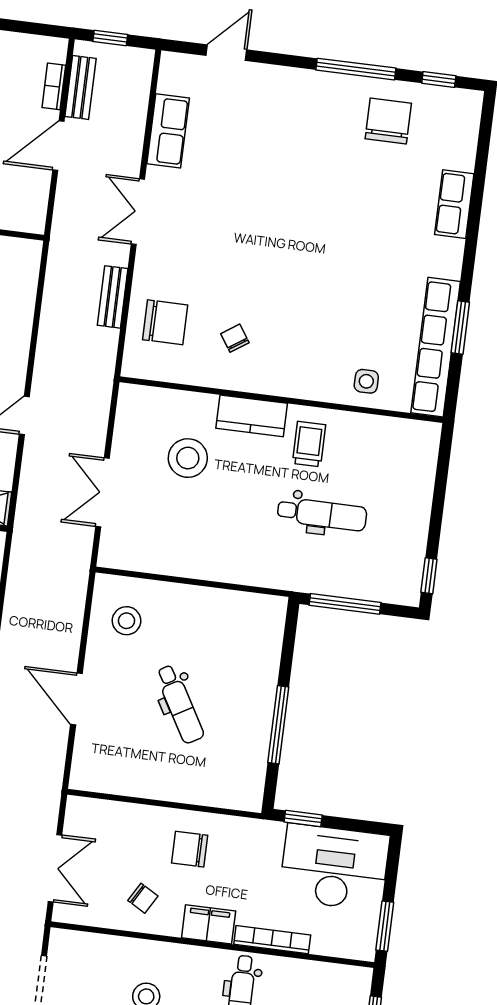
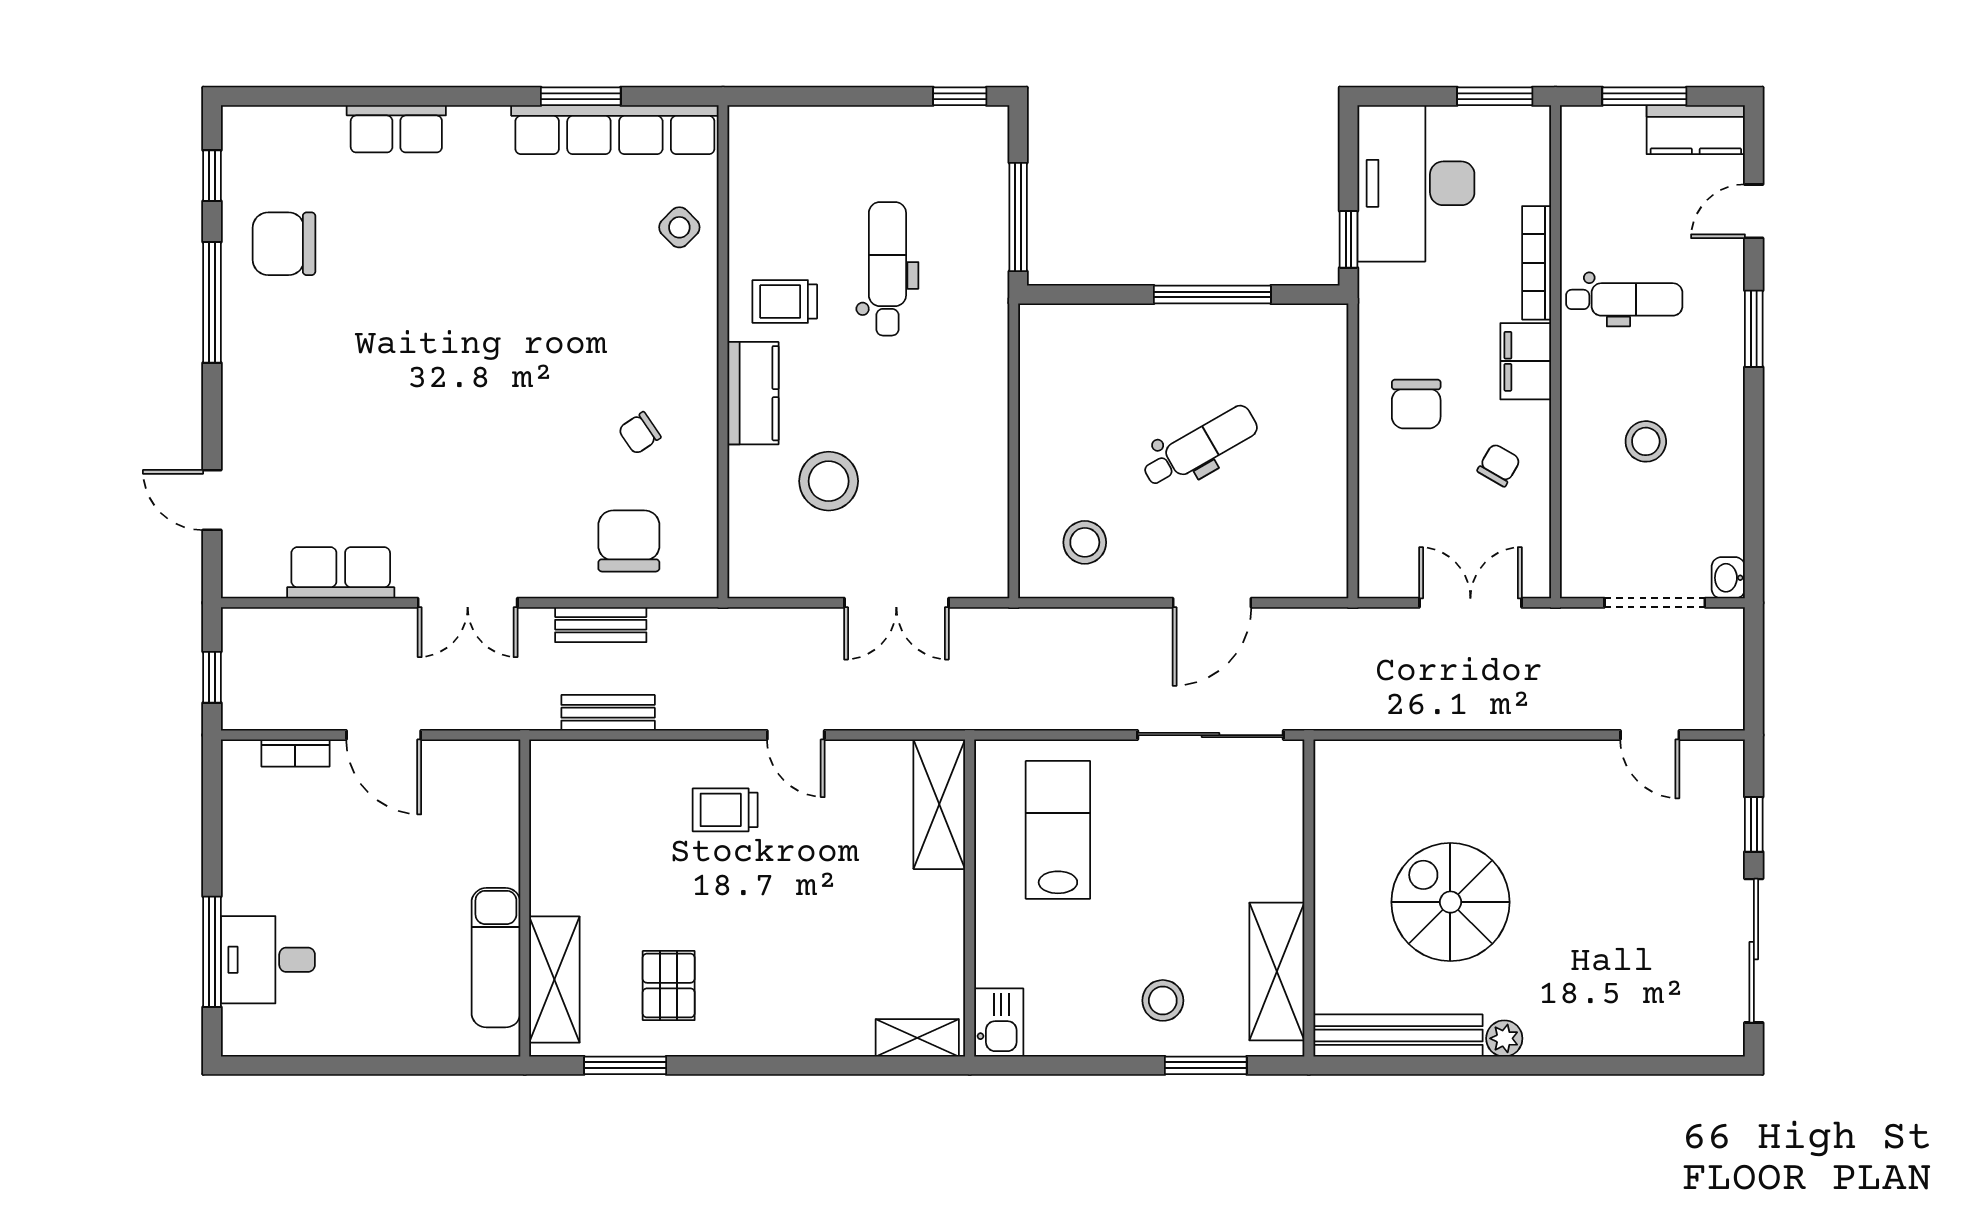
bench: (81, 87) -> (608, 713), moved
side table: (366, 381) -> (679, 227), turned 45

